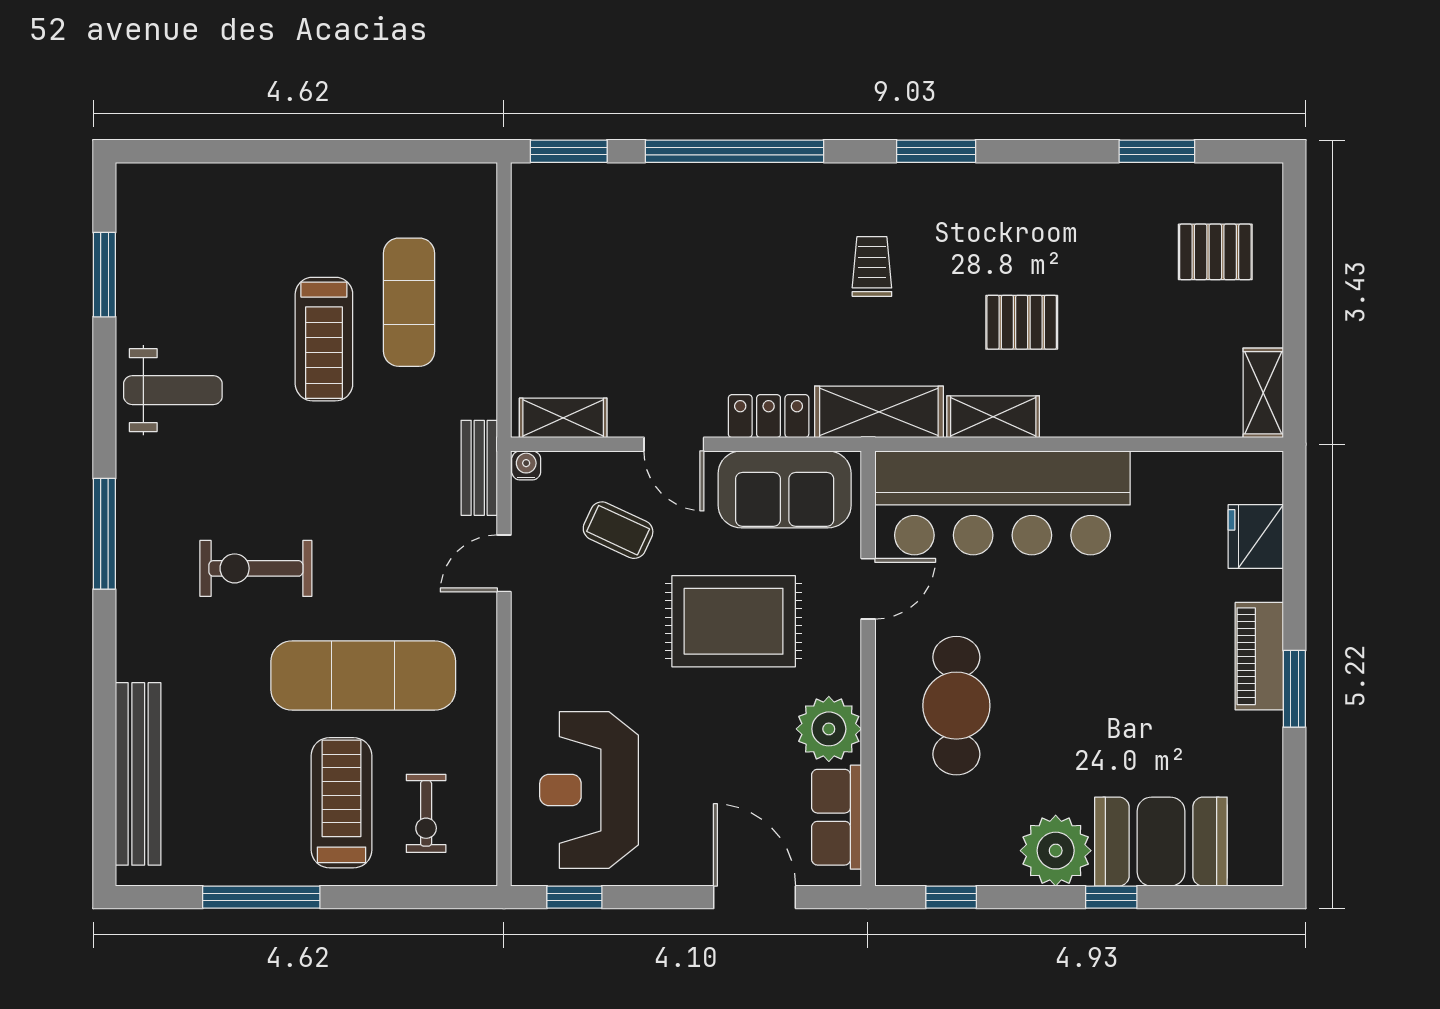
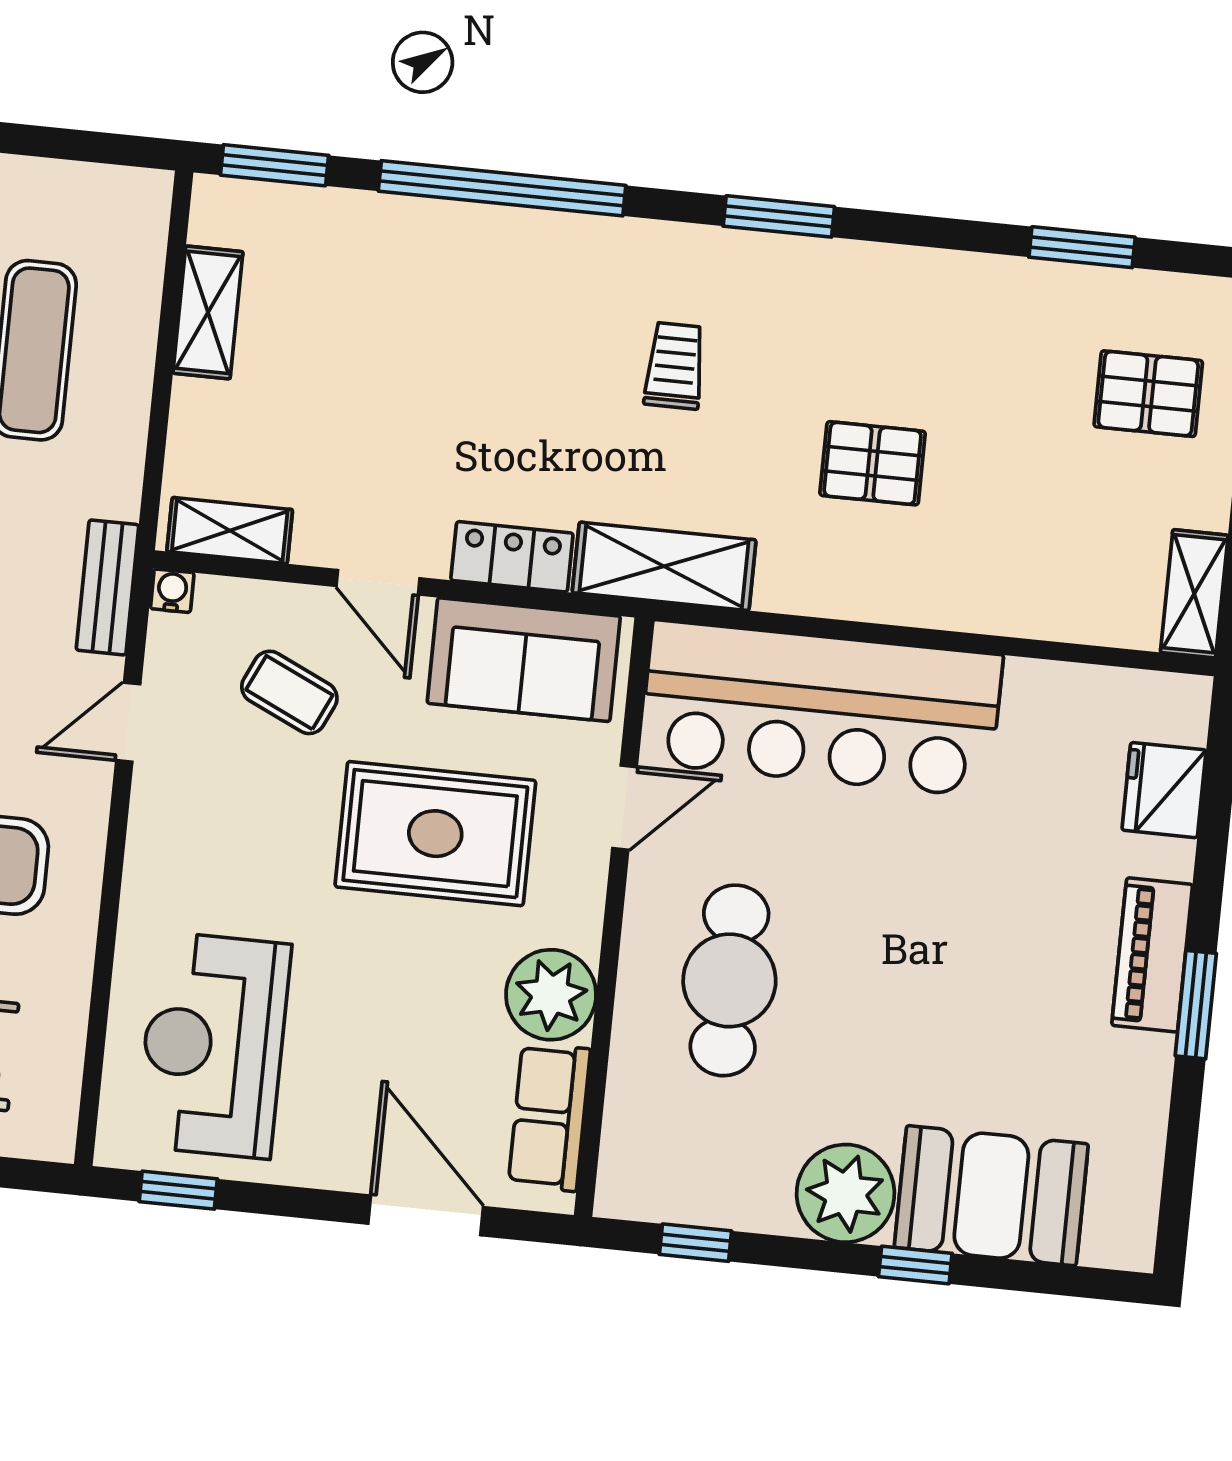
shelving: (993, 417) -> (208, 312), moved, turned 90

